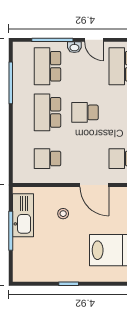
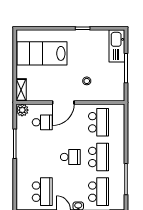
school desk: (47, 159) -> (99, 122), width x1.85
door: (94, 185) -> (63, 102), swing flipped
kitchen sink: (23, 215) -> (117, 46), moved

